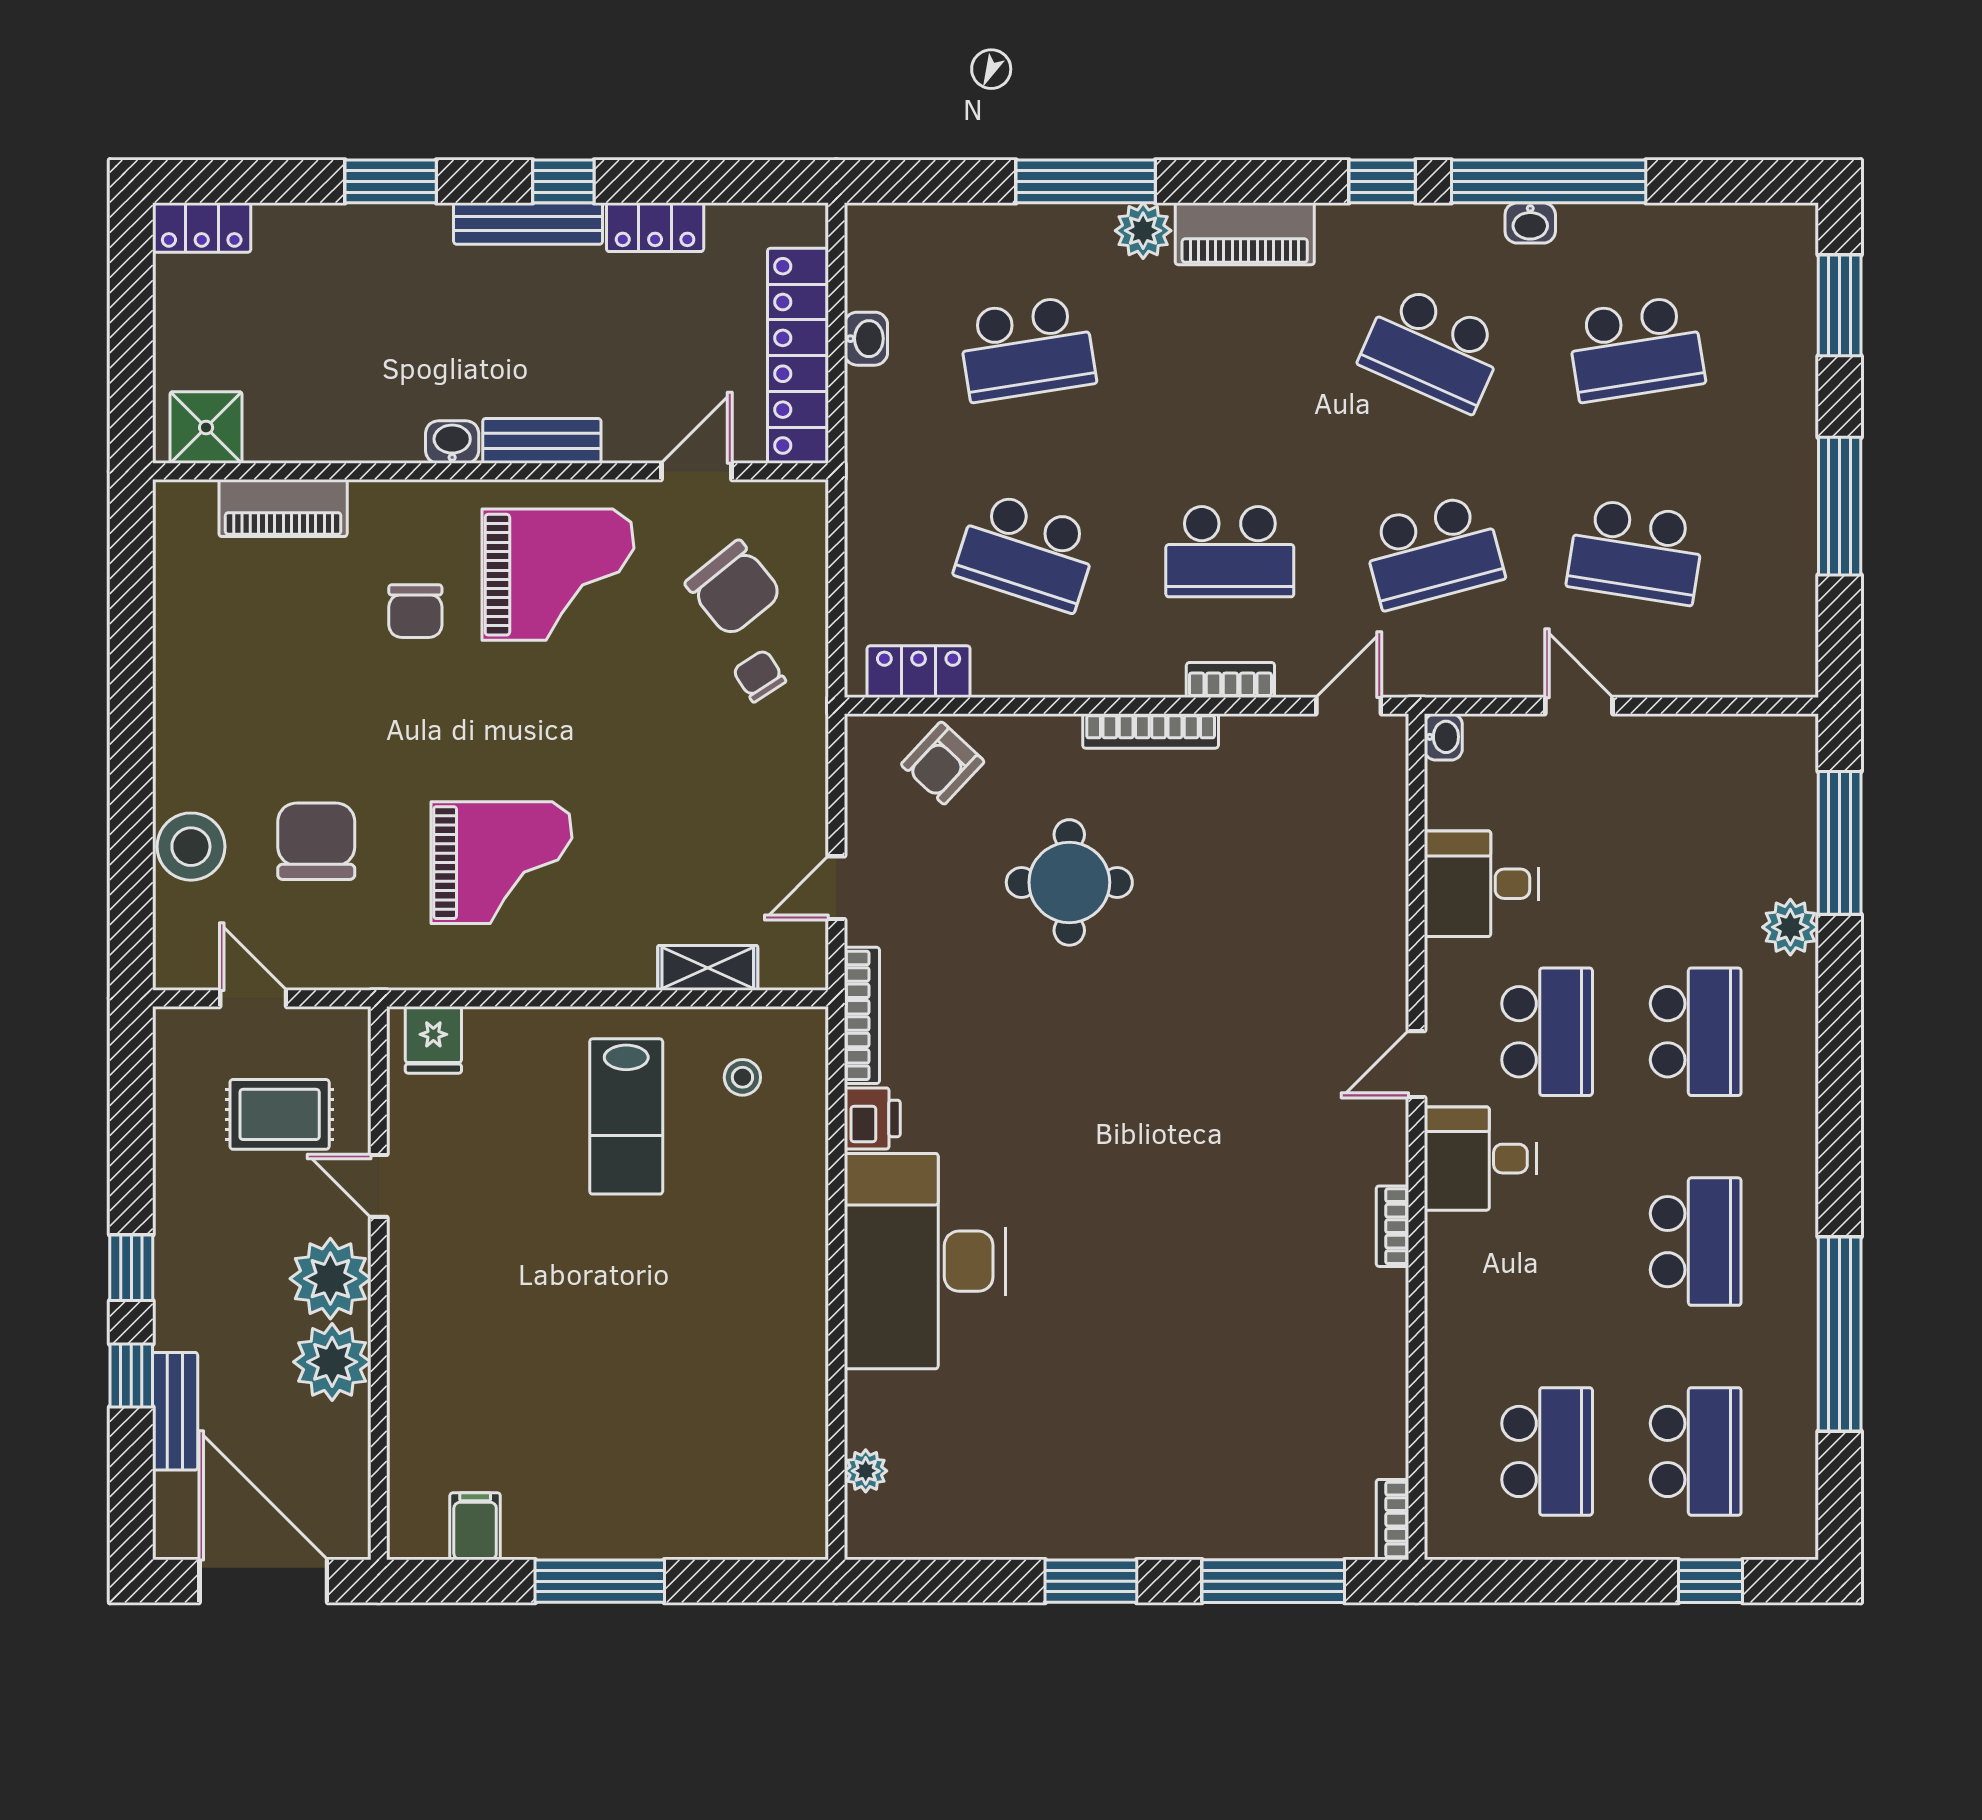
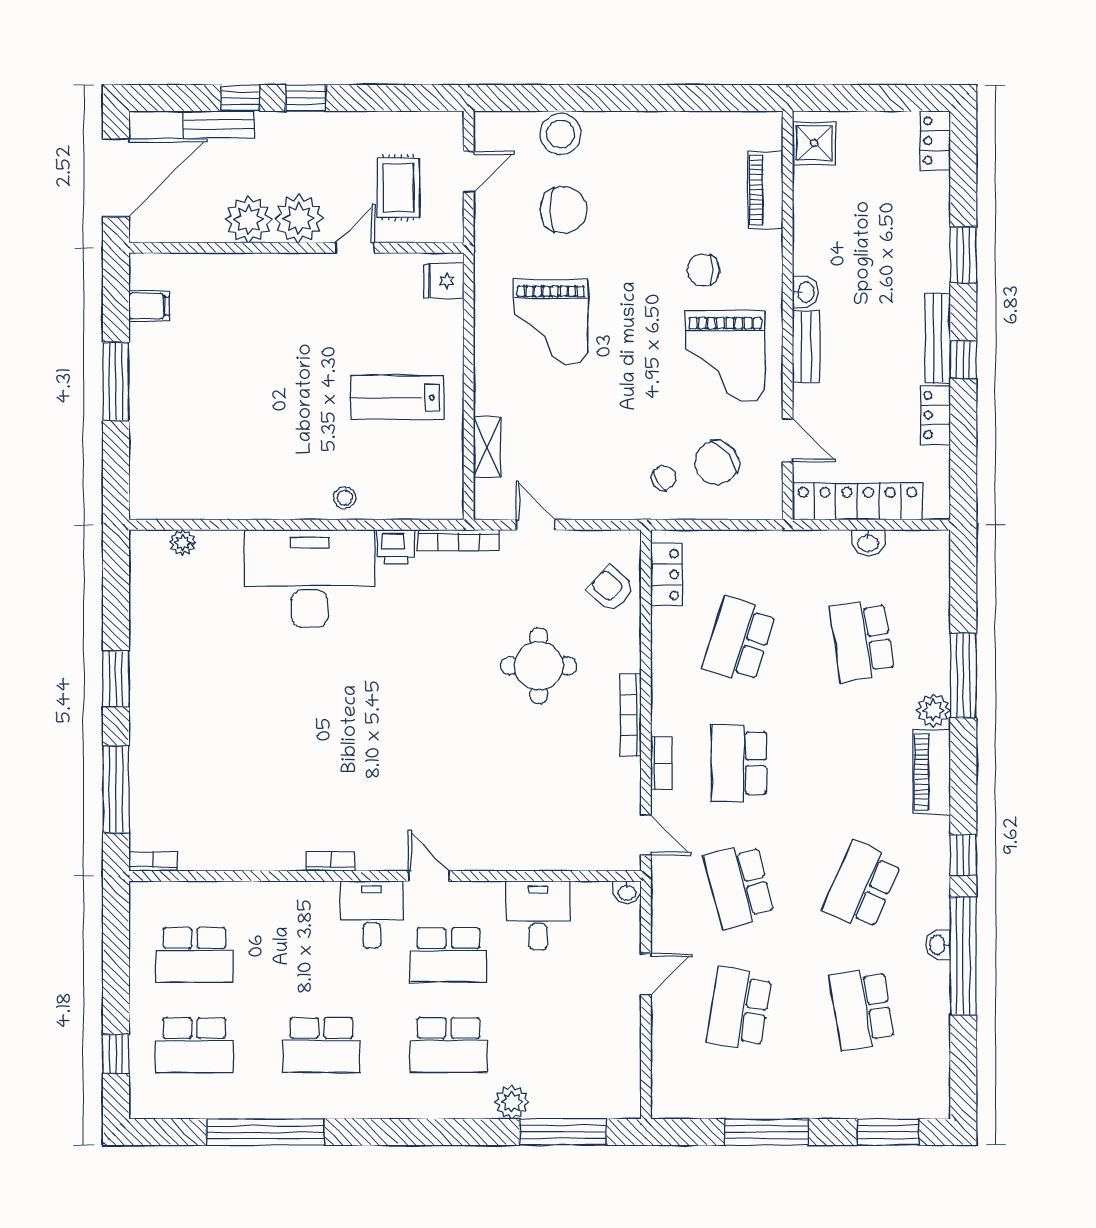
stool: (742, 1077) -> (345, 498), moved

